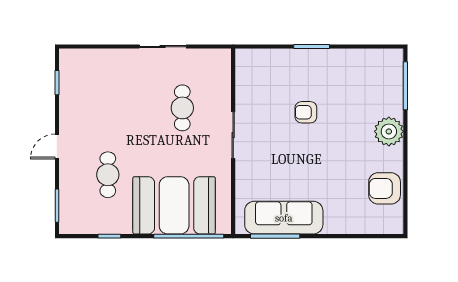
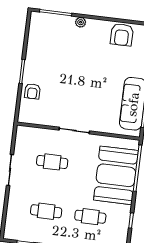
cafe table: (108, 108) -> (46, 211), added
armchair: (306, 112) -> (32, 91), moved
plant: (389, 131) -> (81, 22), width x0.53, depth x0.53

